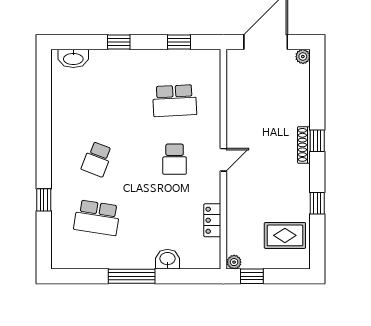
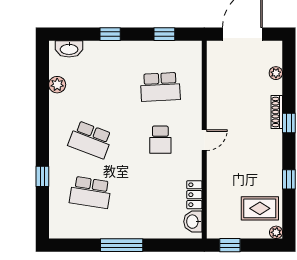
plant: (303, 57) -> (276, 73), moved
plant: (60, 98) -> (57, 85), added
shoe rack: (304, 145) -> (277, 112), moved
school desk: (97, 159) -> (90, 140), width x1.85
washbasin: (167, 259) -> (193, 222), moved, turned -90
plant: (234, 262) -> (276, 232), moved

